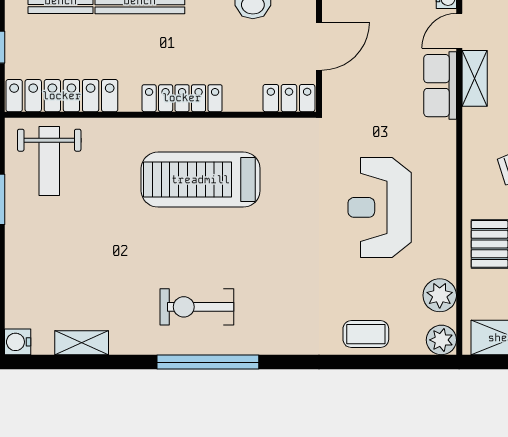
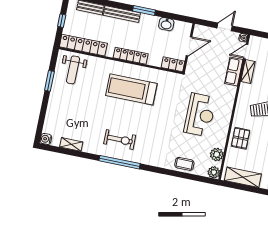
reception desk: (380, 207) -> (200, 115), turned 180
exercise bike: (197, 307) -> (120, 140), turned 180

